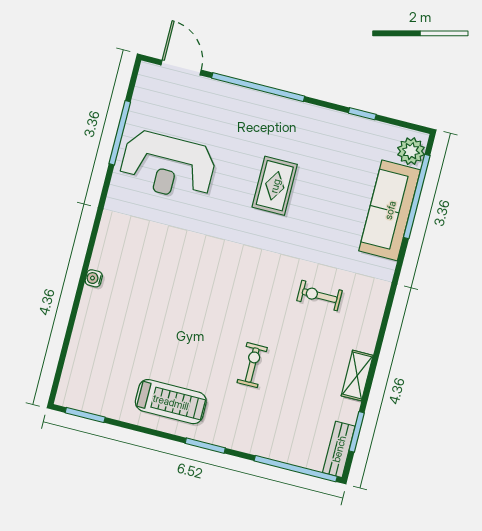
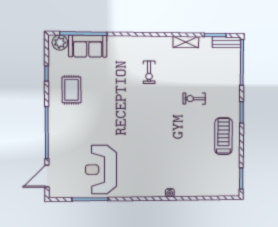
reception desk: (168, 166) -> (101, 170), turned 180
rug: (275, 186) -> (71, 90), moved, turned 90
sofa: (390, 210) -> (88, 46), width x0.73

